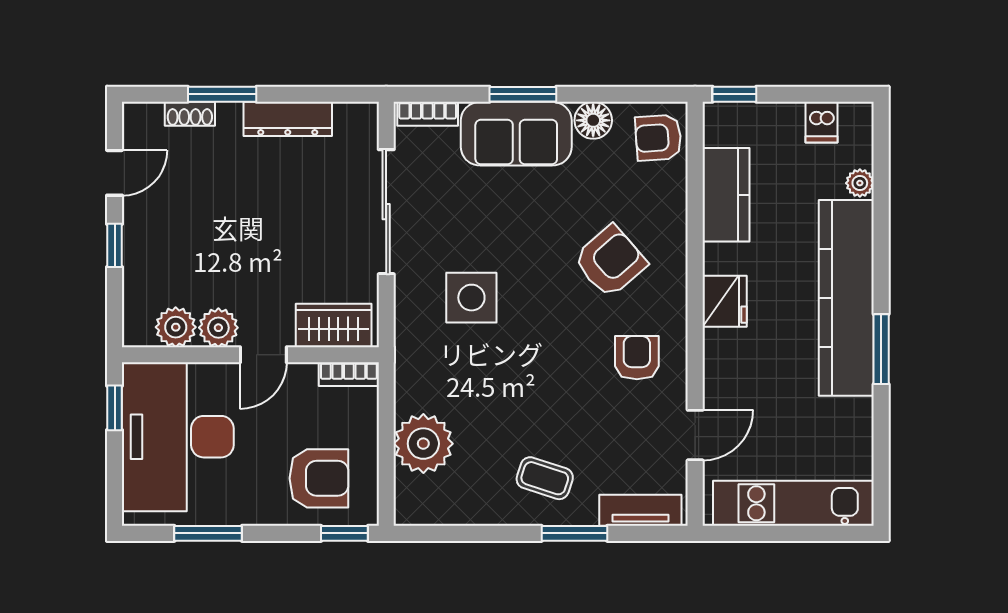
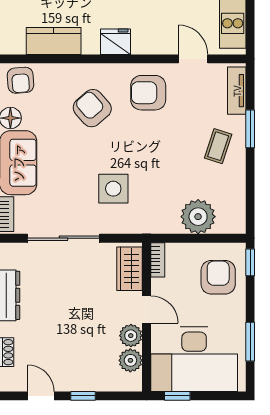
armchair: (637, 358) -> (148, 93), width x1.38, depth x1.38

